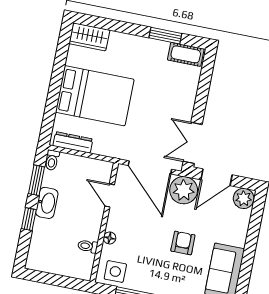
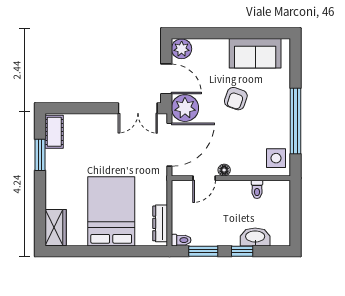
washbasin: (47, 203) -> (255, 237), moved
floor lamp: (110, 238) -> (224, 170), moved
armchair: (183, 243) -> (236, 99), turned -71

